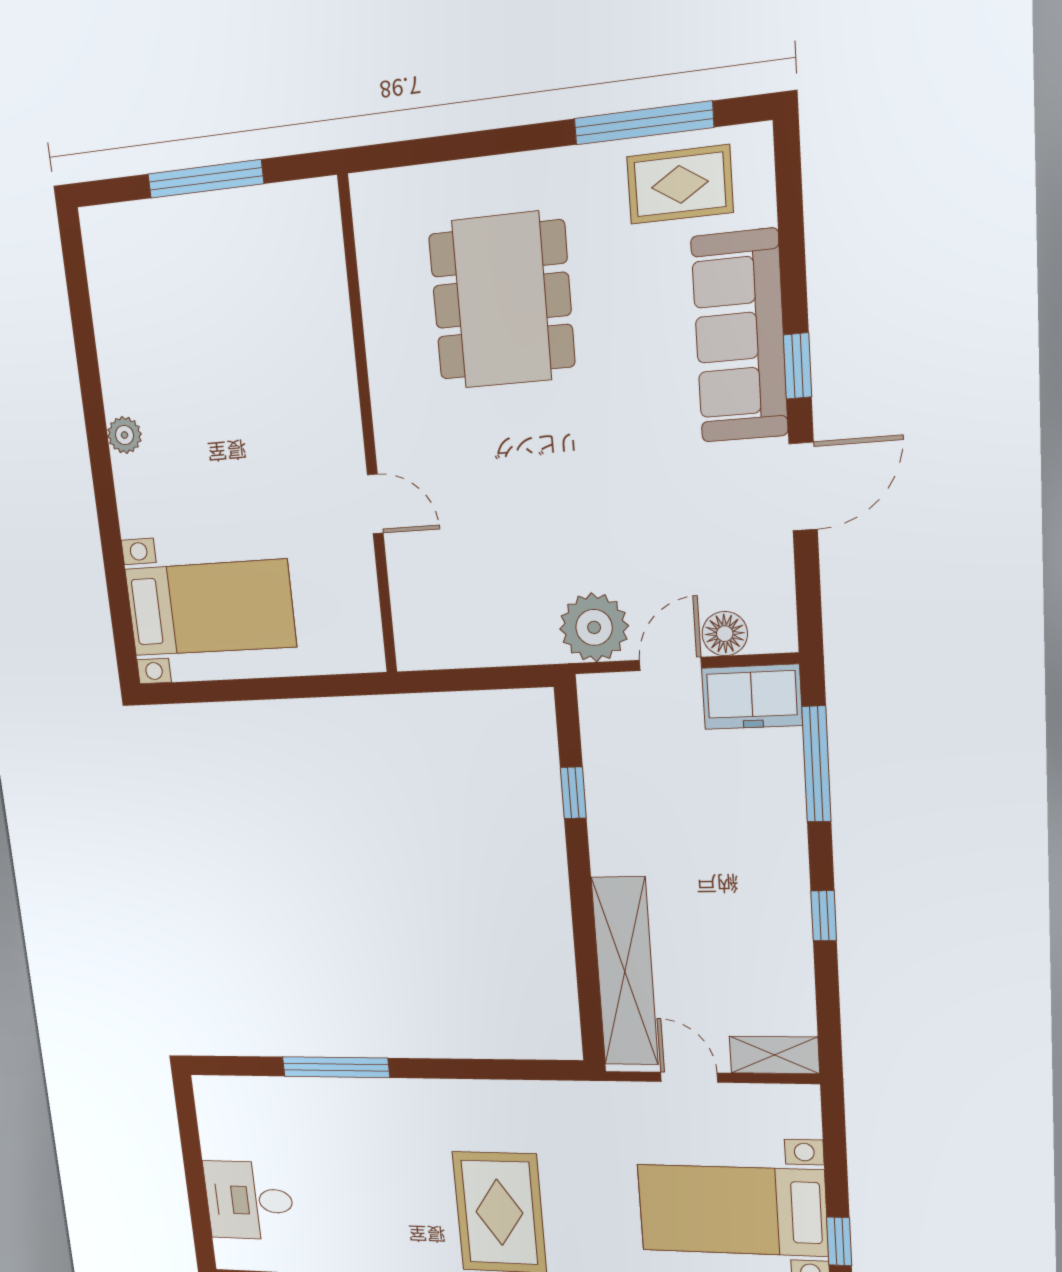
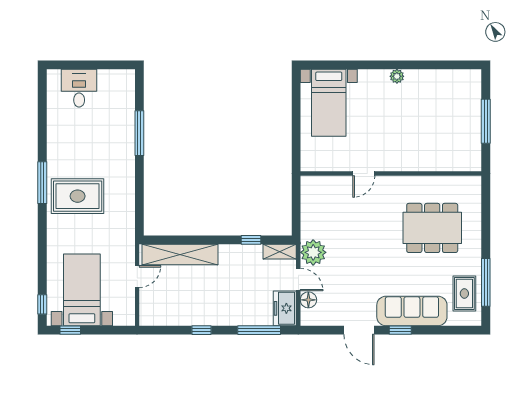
shelving: (774, 1055) -> (280, 252), moved, turned 90

